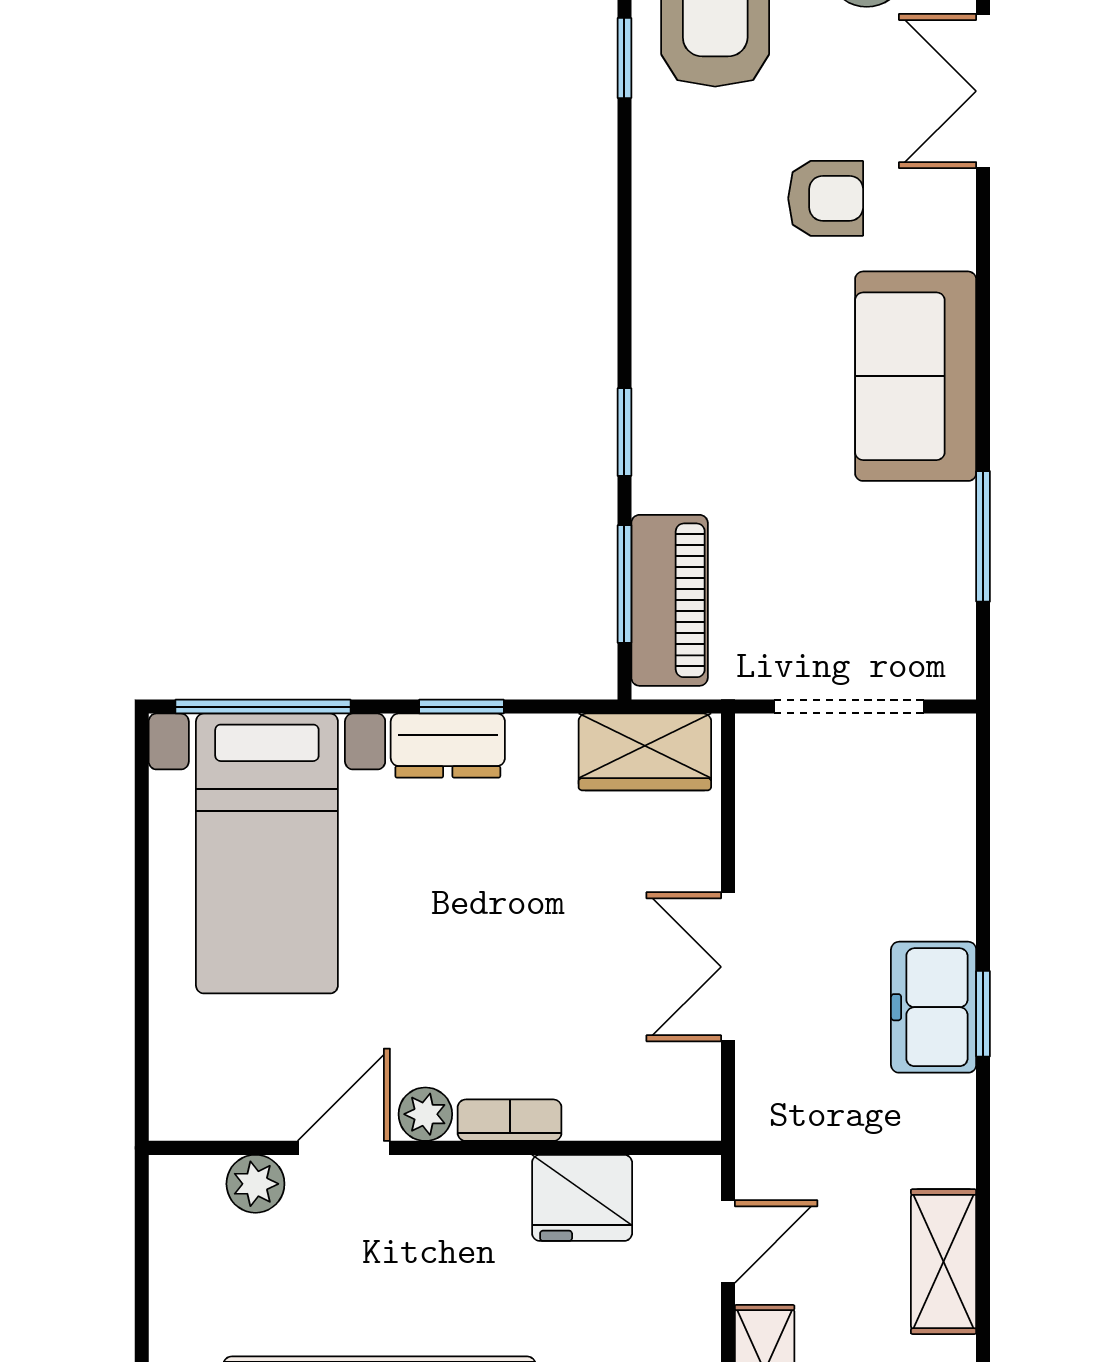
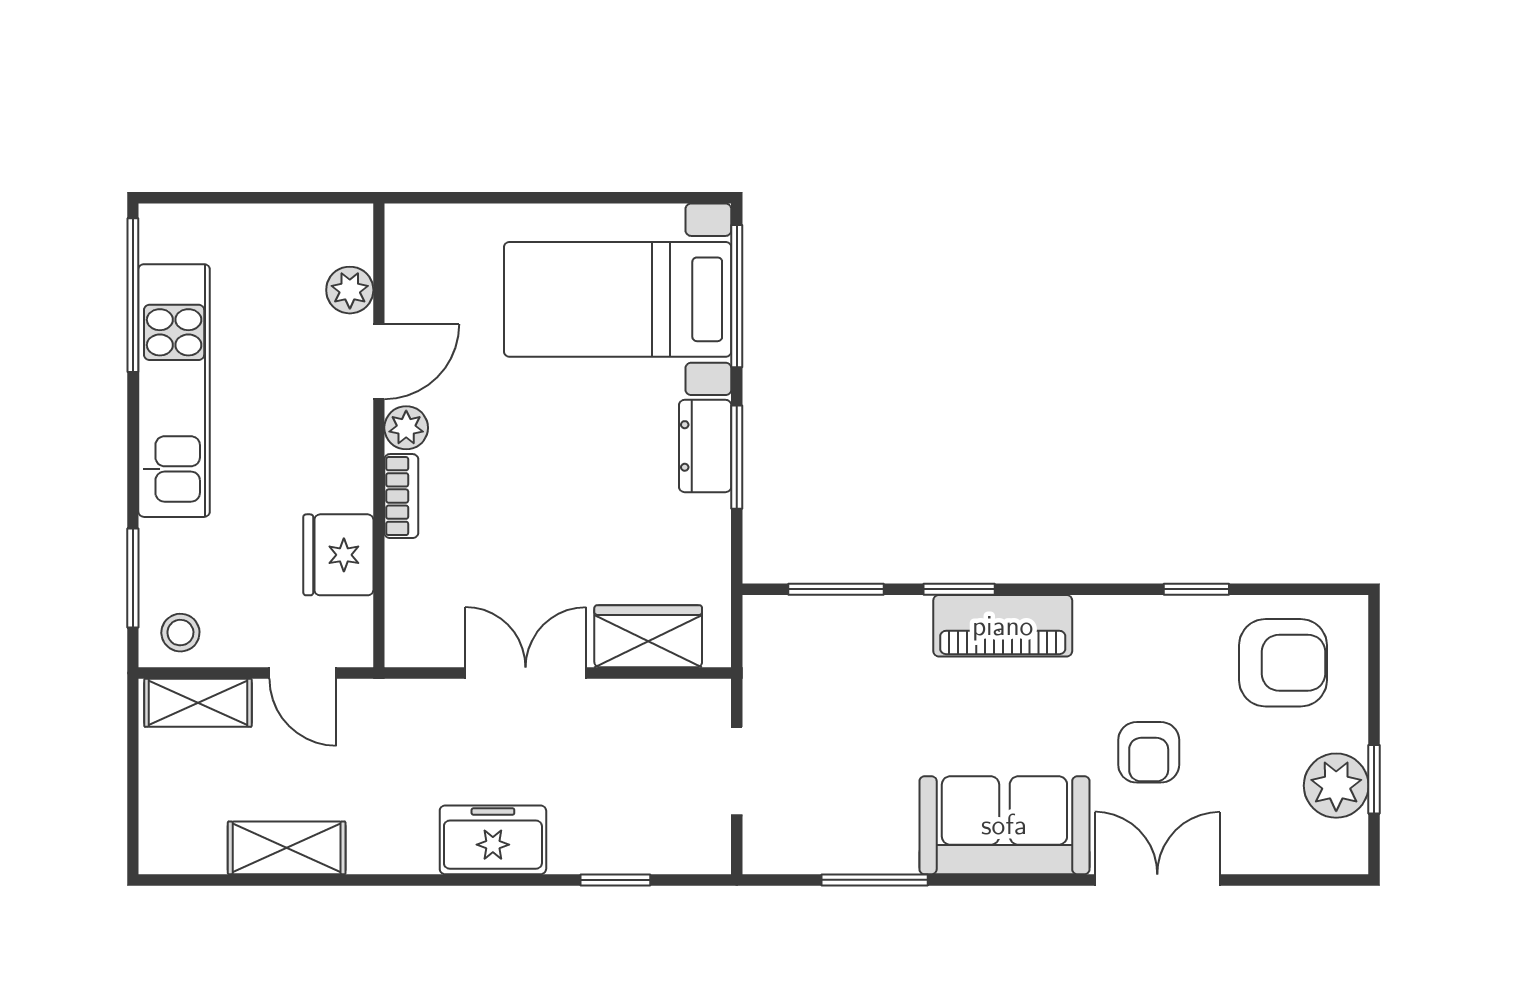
window: (624, 58) -> (1196, 589), moved
double door: (983, 91) -> (1157, 880), moved
piano: (670, 600) -> (1003, 626), moved
window: (461, 707) -> (737, 457), width x1.50
doorway: (849, 707) -> (737, 771), width x0.73
wardrobe: (645, 752) -> (648, 636), moved, turned 90
window: (983, 1014) -> (615, 880), moved
door: (344, 1148) -> (379, 362), hinge flipped

